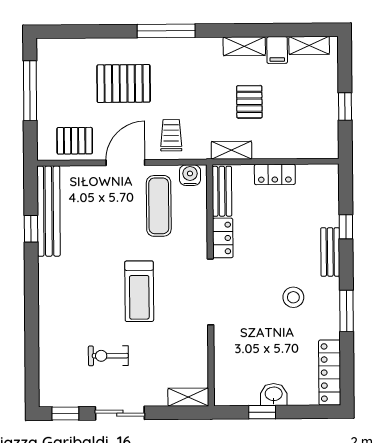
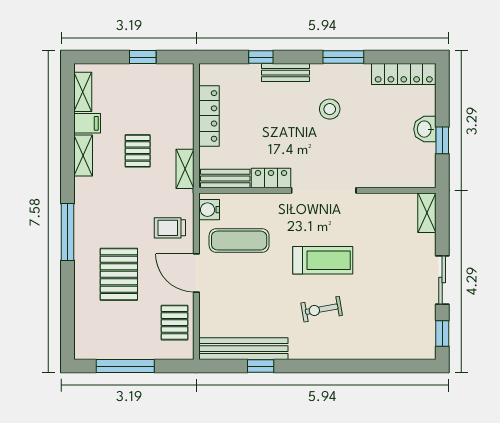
pallet: (249, 102) -> (138, 151), turned 90
locker: (275, 174) -> (209, 116), width x1.53
exercise bike: (108, 356) -> (322, 309), moved, turned 80

